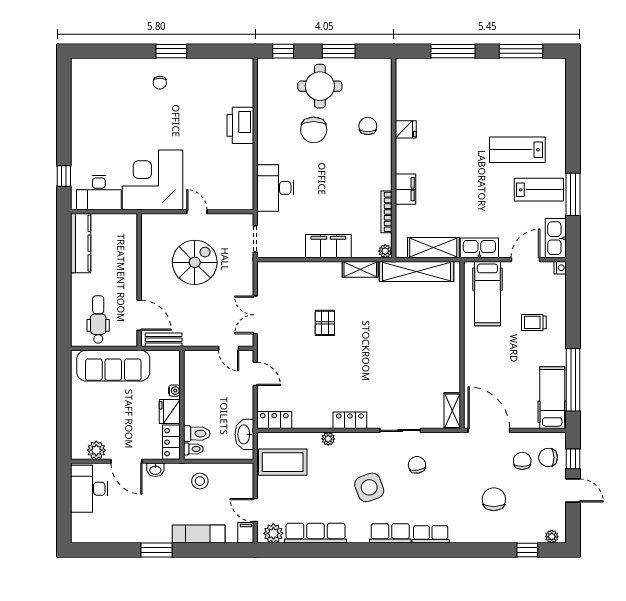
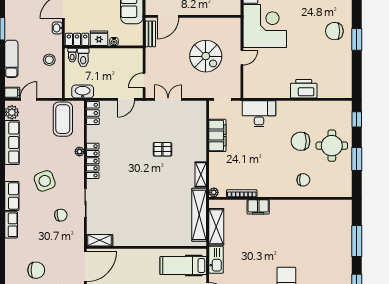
chair: (160, 83) -> (334, 31), width x1.87, depth x1.87
fridge: (406, 129) -> (301, 207), removed
filing cabinet: (328, 246) -> (217, 135), moved
locker: (350, 420) -> (93, 161), width x1.53

